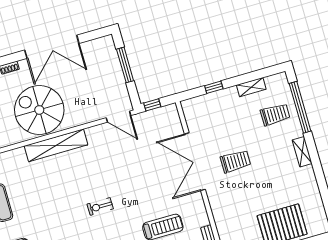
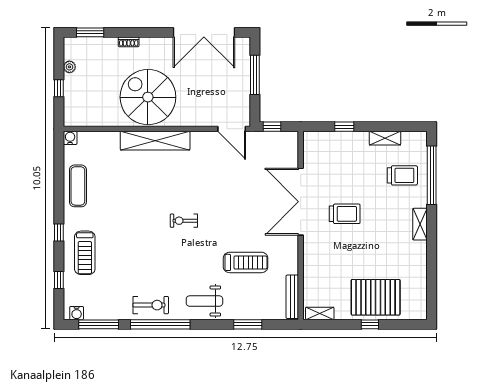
double door: (52, 47) -> (204, 32), moved

